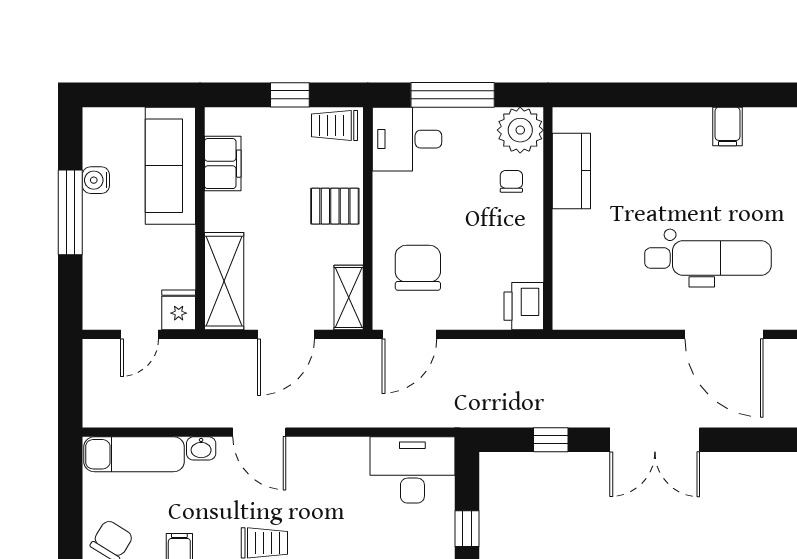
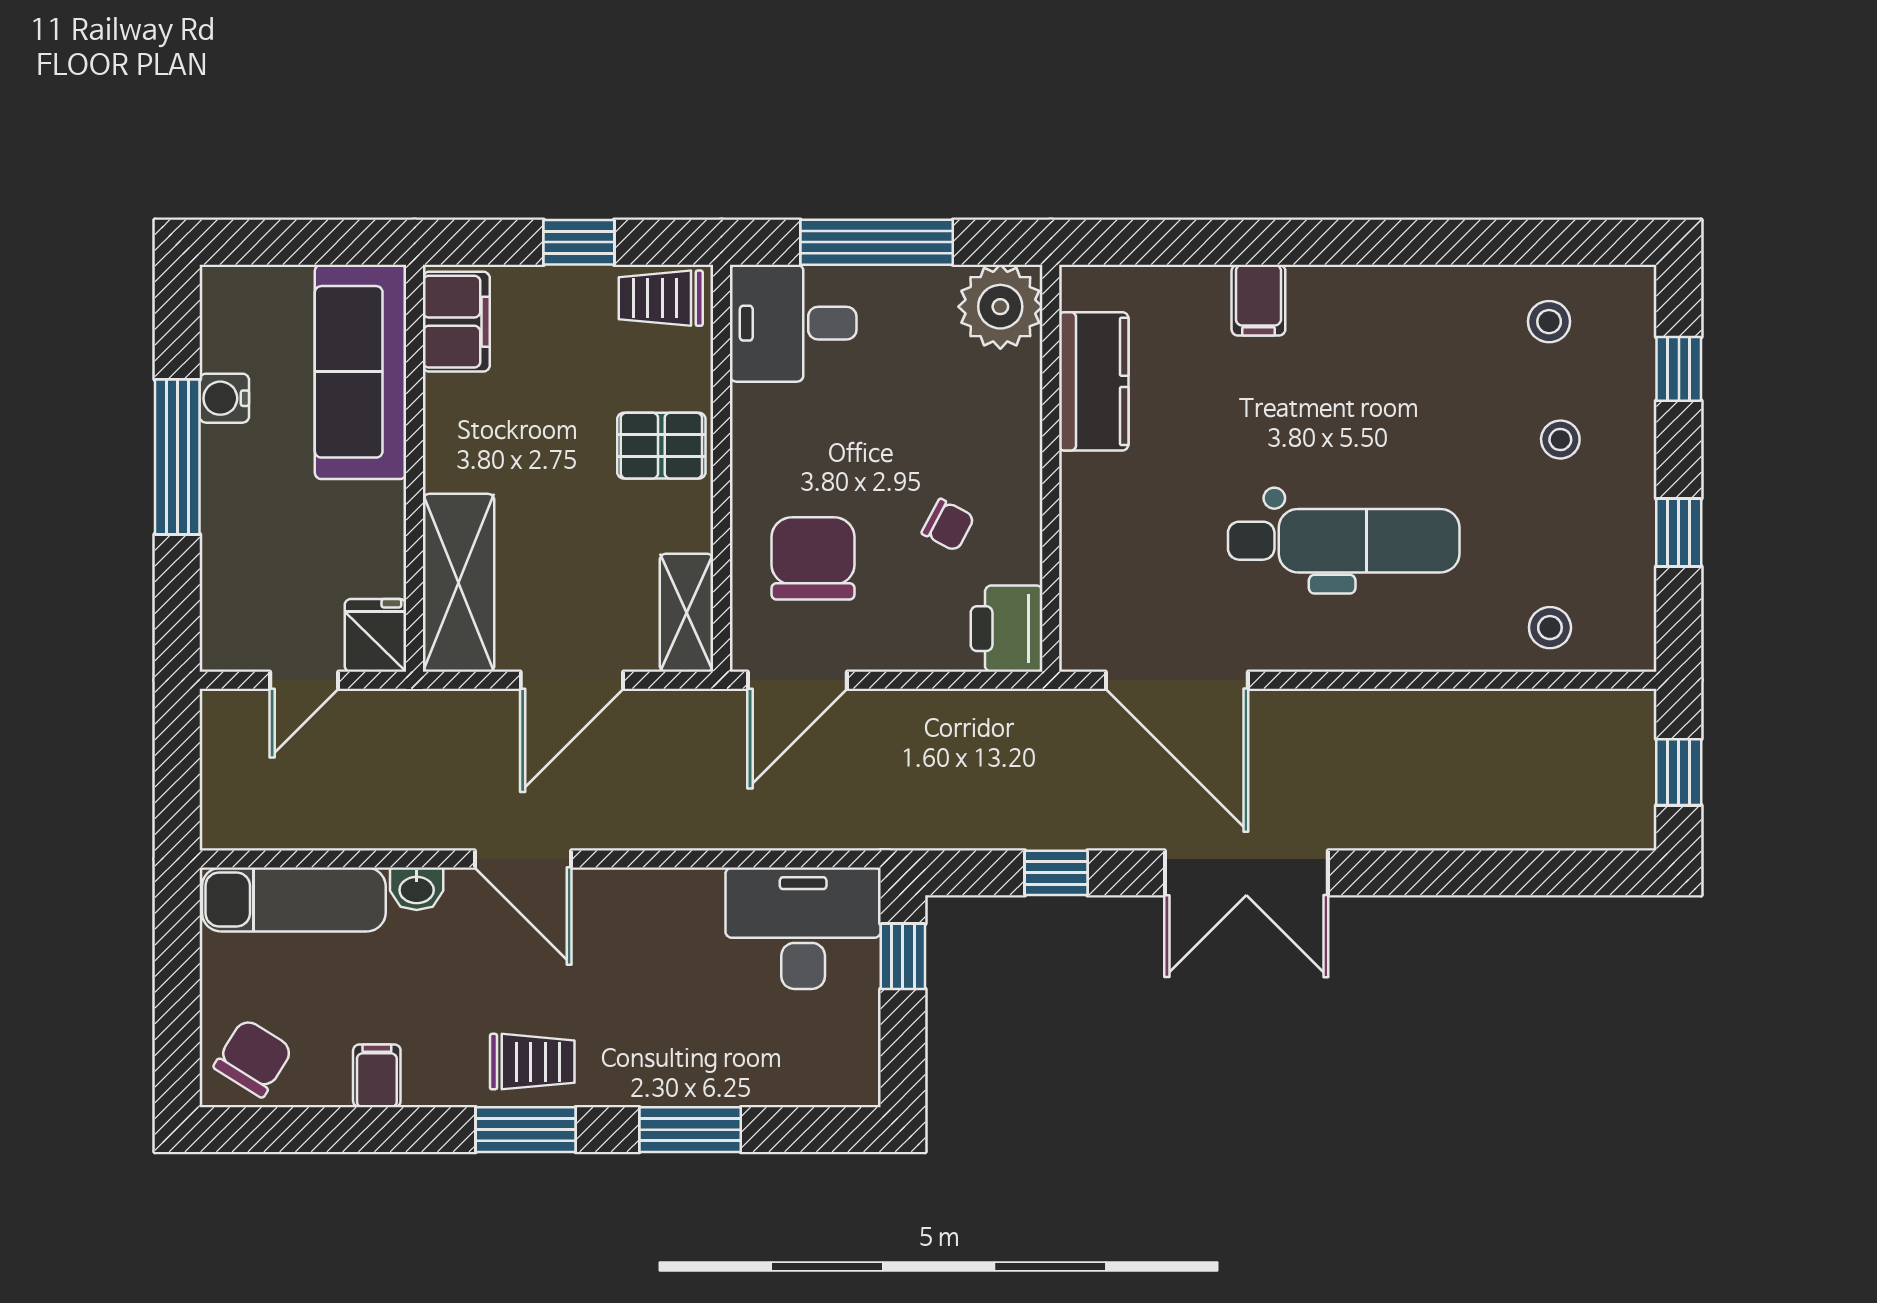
filing cabinet: (728, 127) -> (1258, 300), moved
filing cabinet: (223, 164) -> (456, 322), moved
chair: (511, 181) -> (948, 525), moved, turned 118
door: (724, 334) -> (1177, 680), moved
window: (467, 529) -> (903, 956), moved

